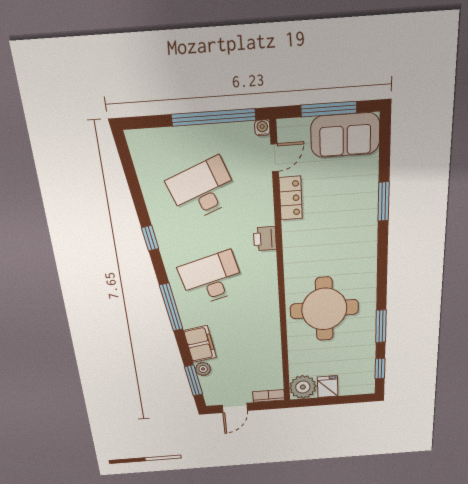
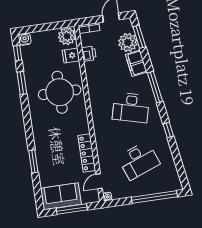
window: (214, 117) -> (154, 197), moved
locker: (291, 198) -> (87, 153), width x1.53
printer: (265, 239) -> (89, 54), moved
desk: (212, 279) -> (131, 107), turned 30
plant: (203, 369) -> (128, 43), width x1.88, depth x1.88
water cooler: (366, 386) -> (25, 39), added
fridge: (328, 387) -> (71, 55), moved, turned 90

